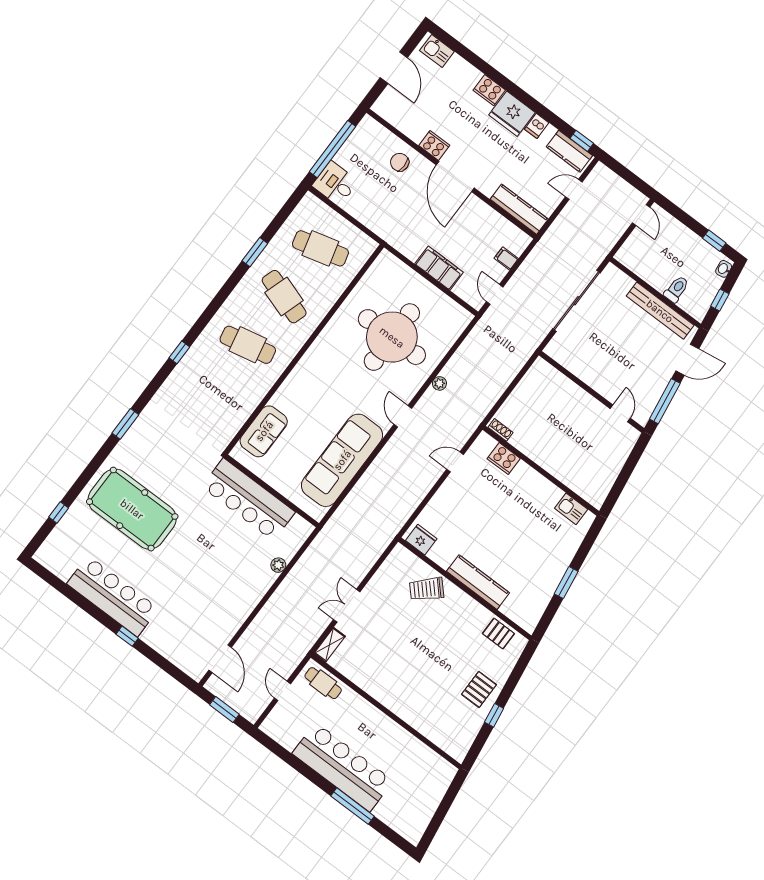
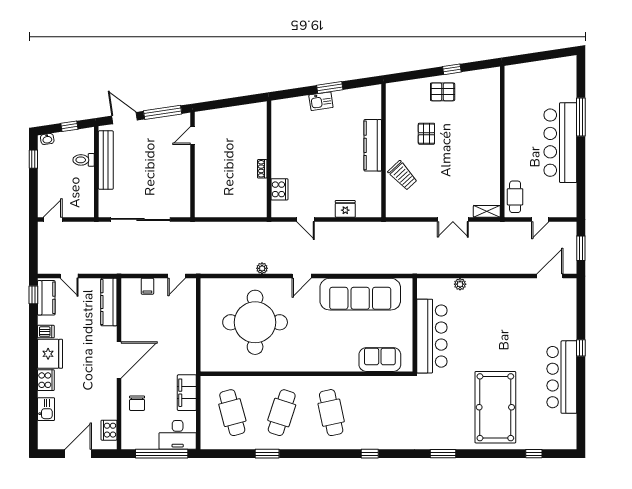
kitchen sink: (437, 51) -> (46, 409), moved
cooker: (434, 145) -> (109, 430), moved
desk: (335, 183) -> (178, 435), width x1.37
filing cabinet: (439, 268) -> (187, 393), moved
shoe rack: (501, 430) -> (262, 169), moved
kitchen sink: (571, 509) -> (321, 101), moved, turned 82
fridge: (421, 540) -> (345, 209), moved, turned 90
pallet: (498, 634) -> (426, 134), moved

